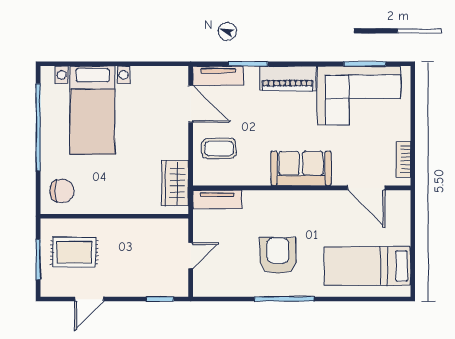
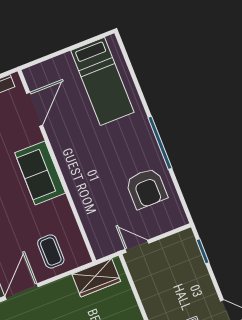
tv unit: (217, 199) -> (96, 235), removed
door: (191, 256) -> (137, 246), moved
armchair: (278, 256) -> (146, 188), moved, turned -90

